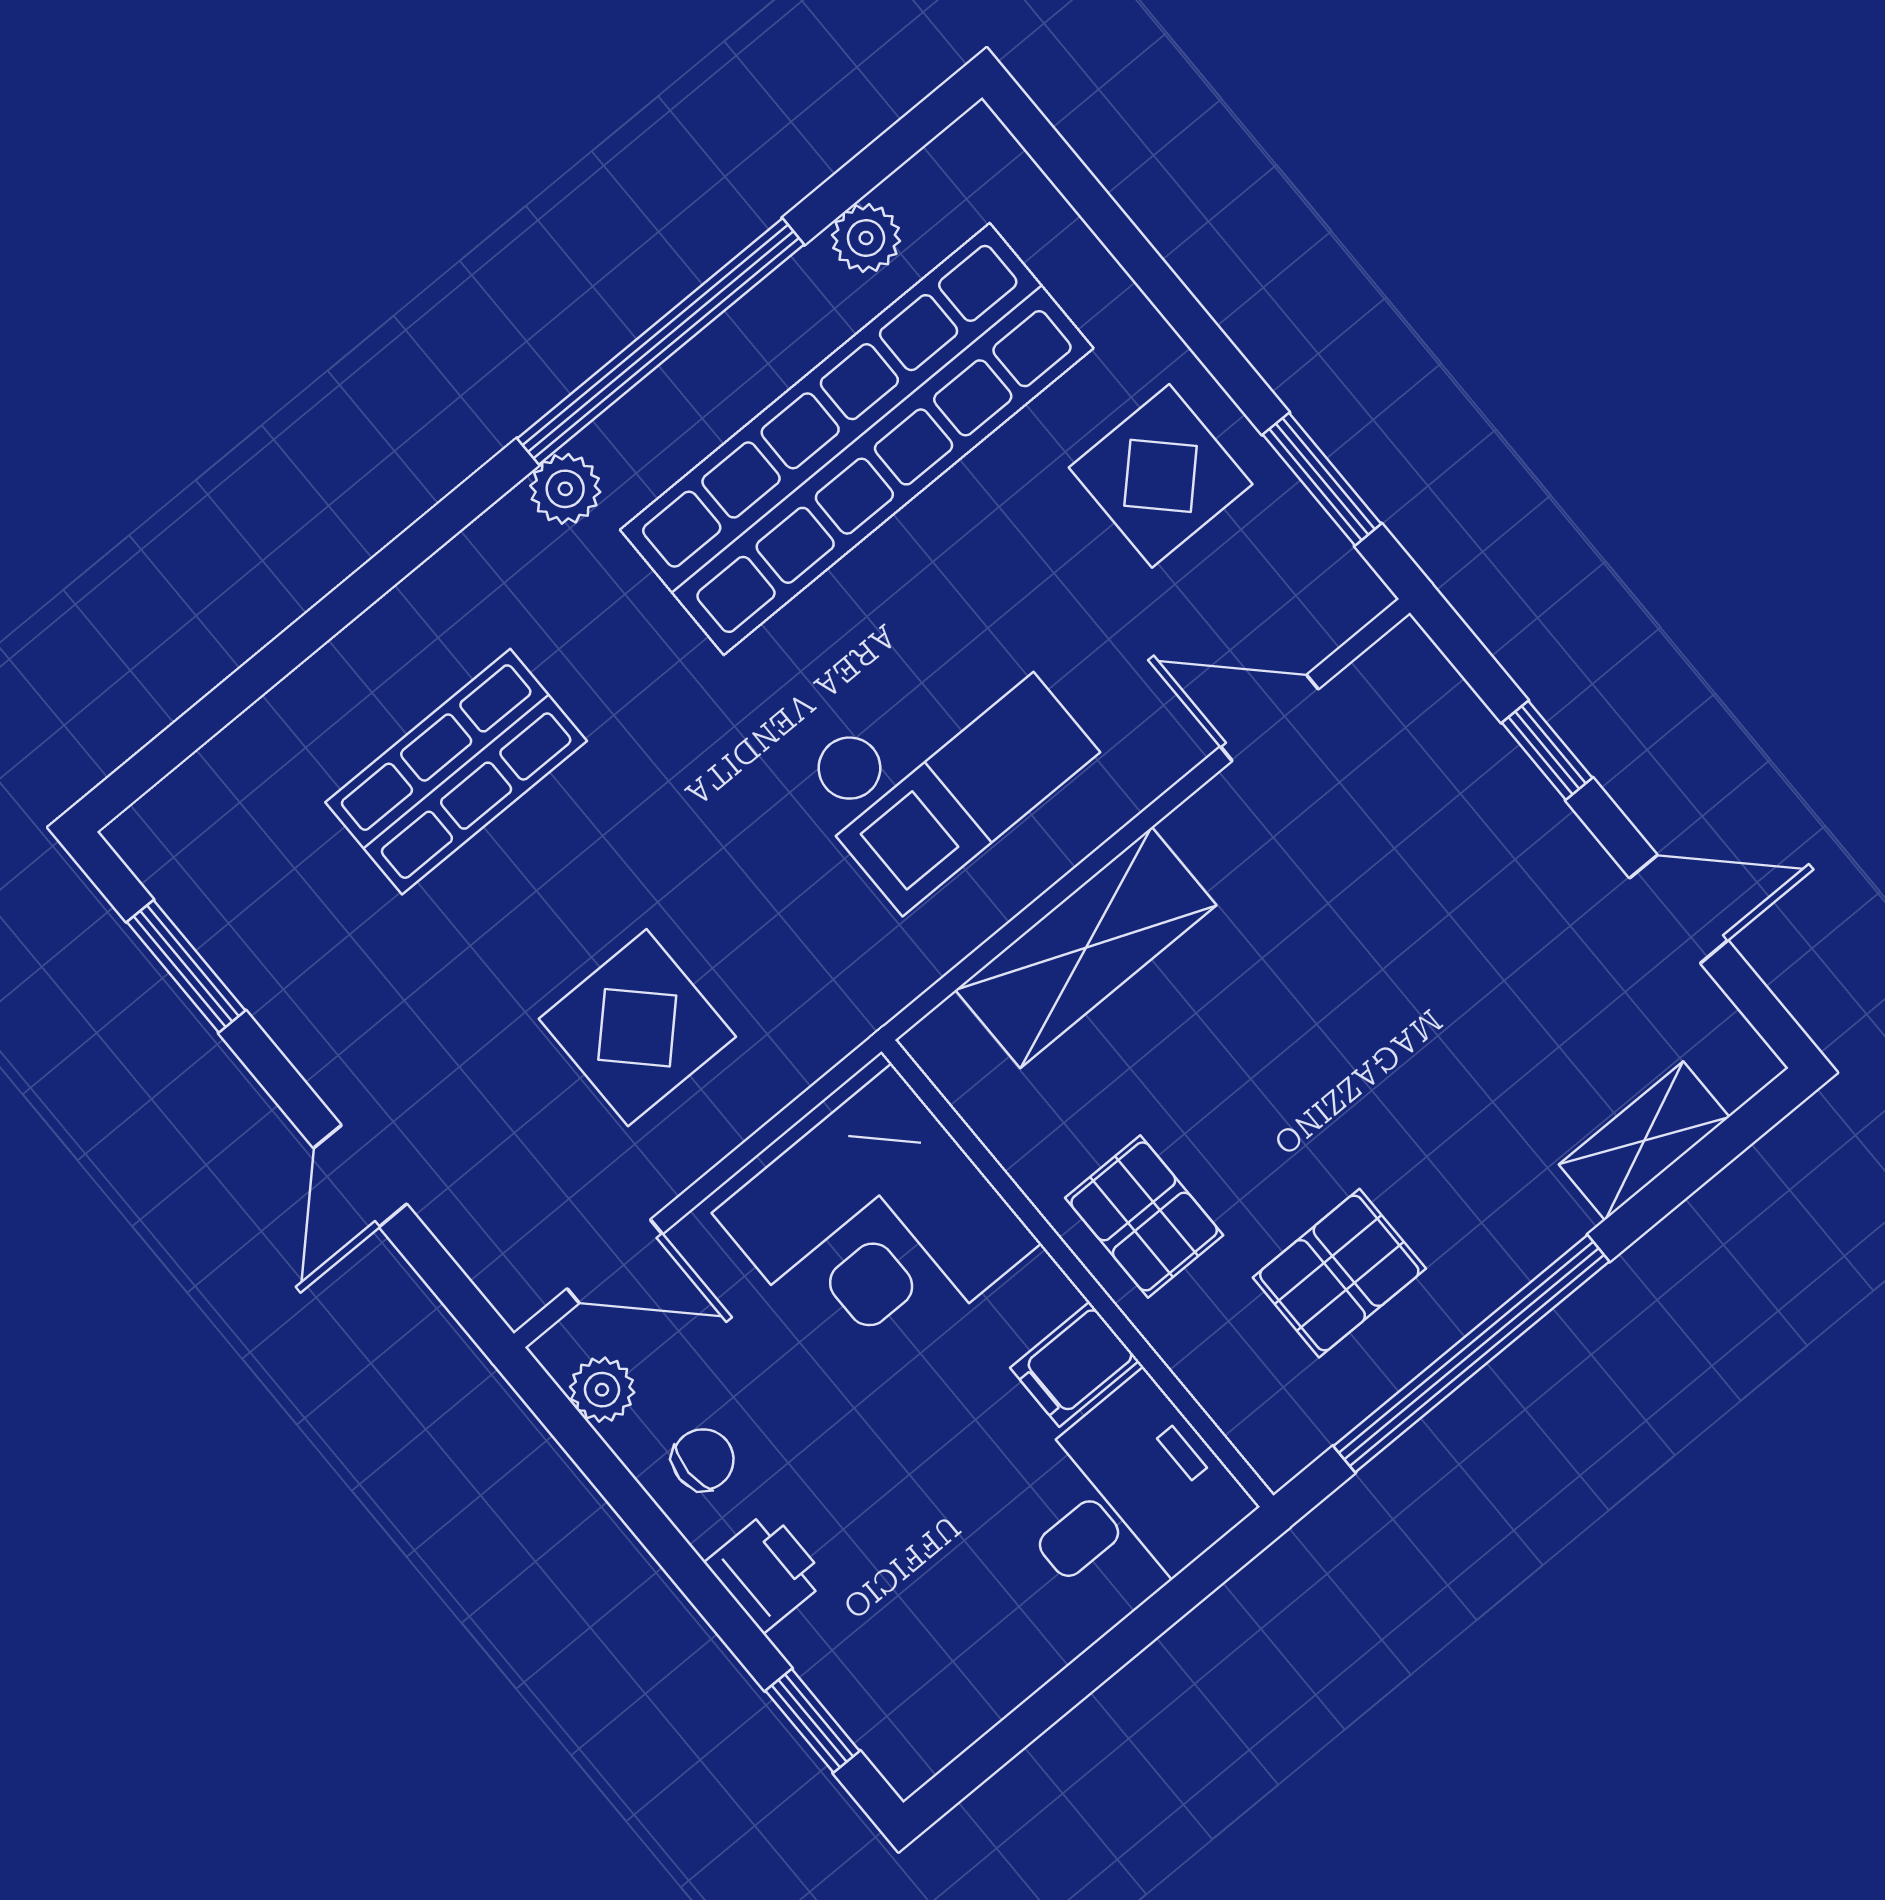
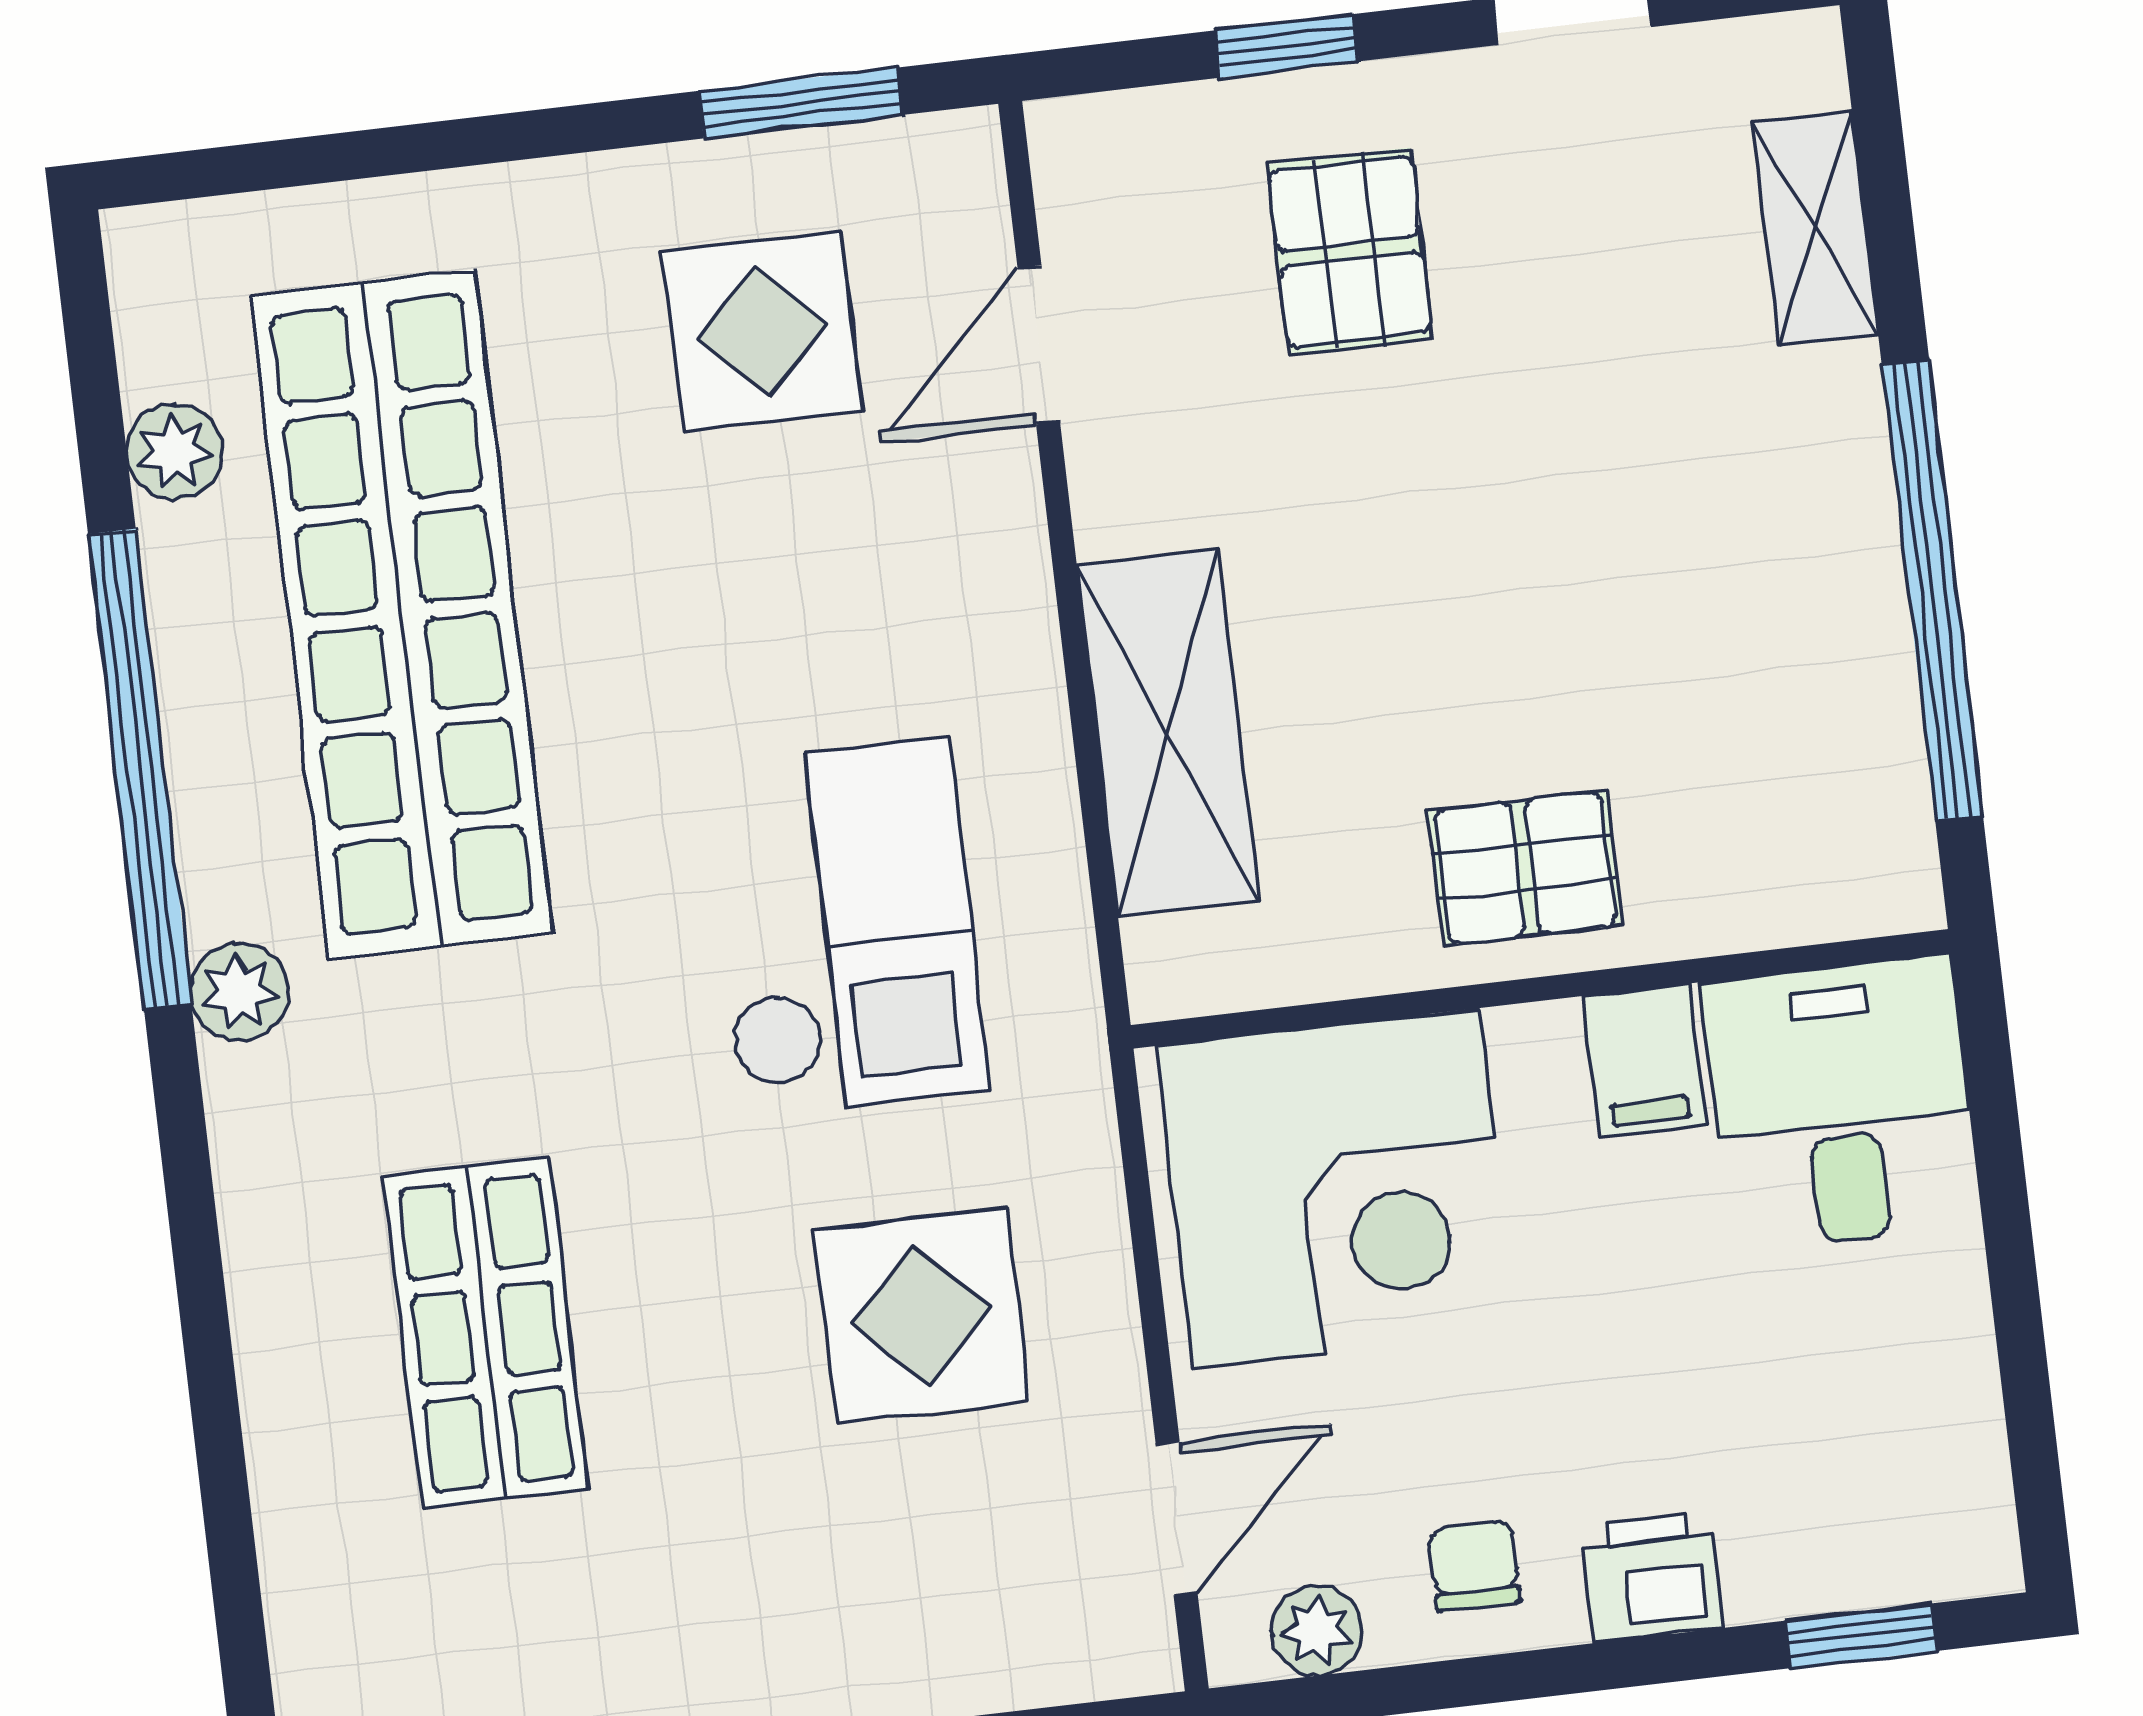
display table: (1161, 476) -> (762, 331), moved
checkout: (944, 765) -> (845, 928), moved
pallet: (1339, 1273) -> (1350, 252), moved

